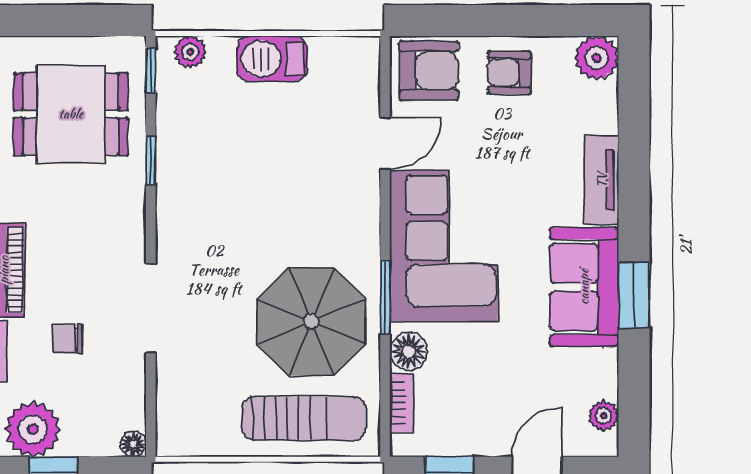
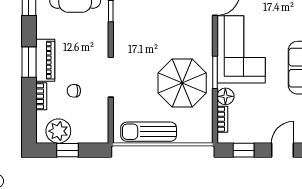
sun lounger: (304, 418) -> (149, 132), moved, turned 180
floor lamp: (133, 444) -> (103, 138), removed

